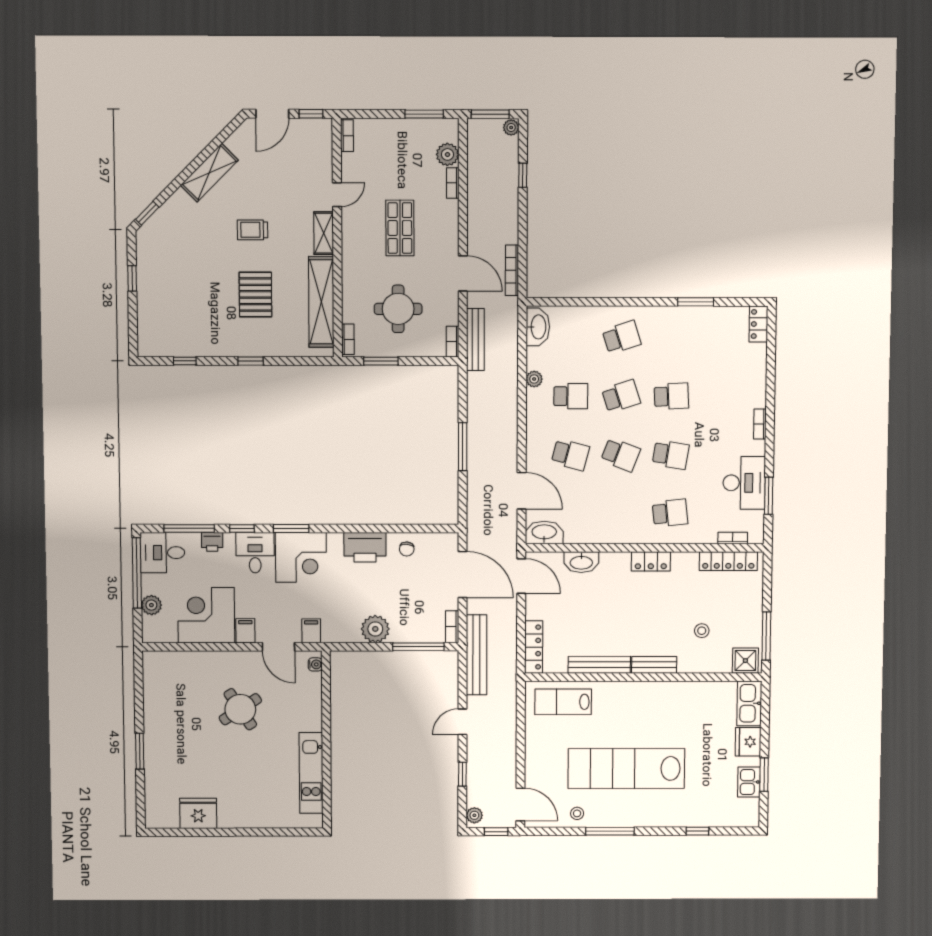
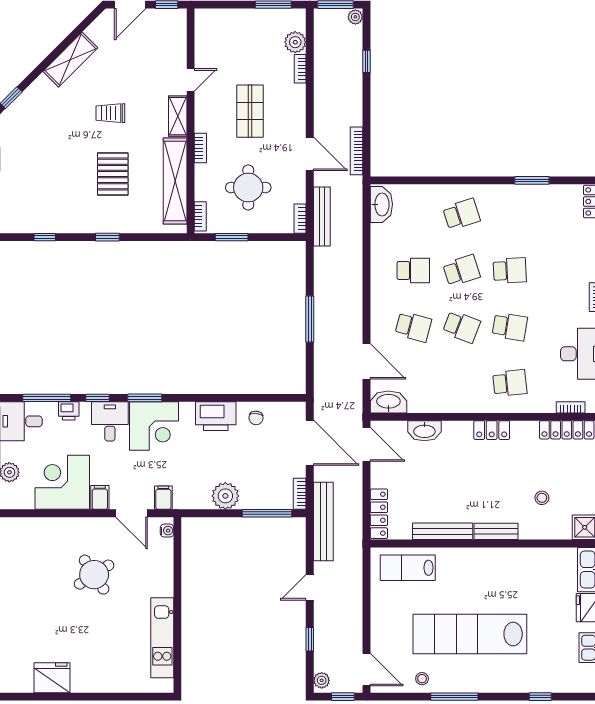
bookcase: (347, 136) -> (200, 148), moved
plant: (534, 379) -> (378, 254), removed

